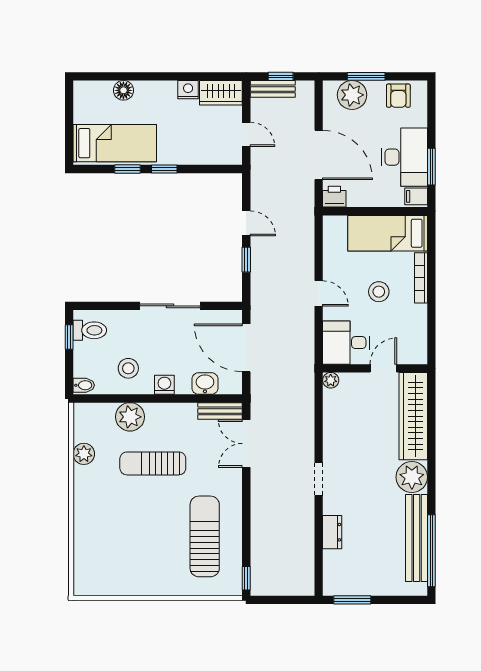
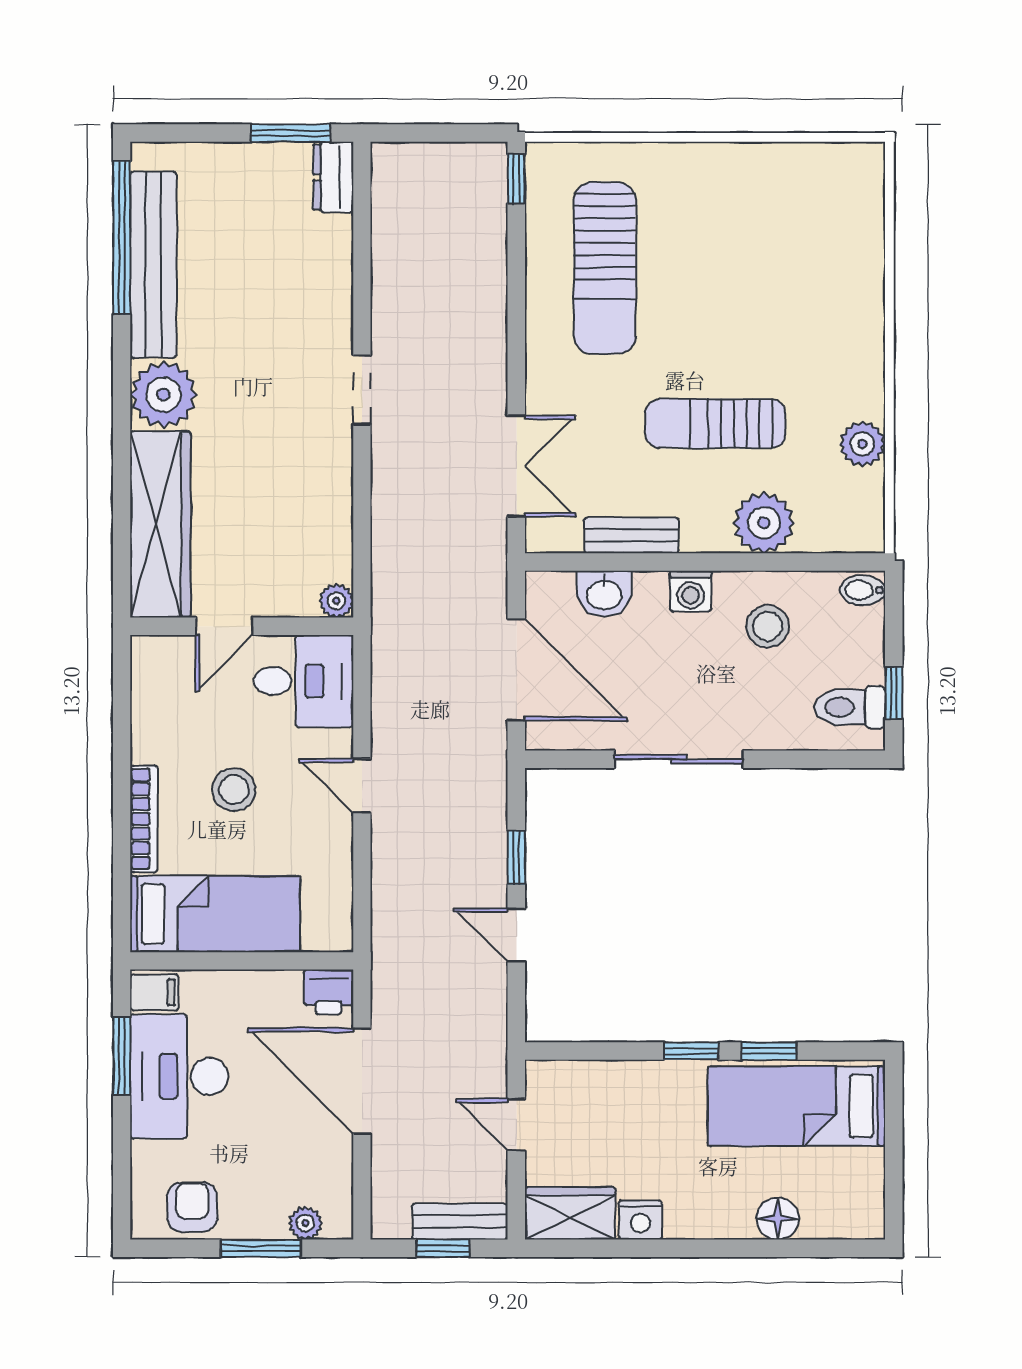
plant: (352, 95) -> (305, 1223), width x0.53, depth x0.53
bench: (220, 411) -> (632, 535), moved
sun lounger: (153, 463) -> (715, 424), turned 180
dresser: (332, 532) -> (333, 177), moved

